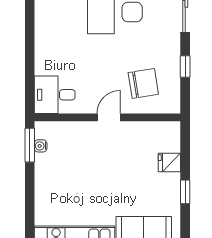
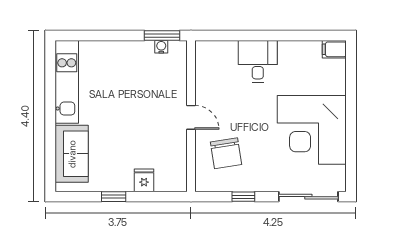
desk: (55, 95) -> (258, 61), moved

